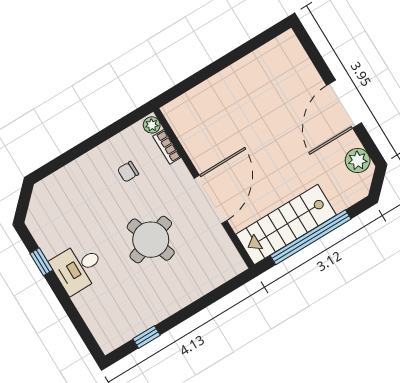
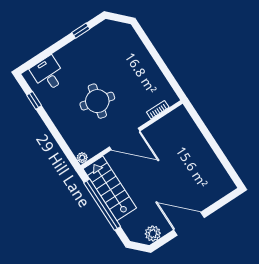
plant: (152, 125) -> (82, 158), moved
chair: (128, 172) -> (141, 85), removed
round table: (151, 240) -> (97, 101), turned 33
desk: (78, 268) -> (48, 74), moved

